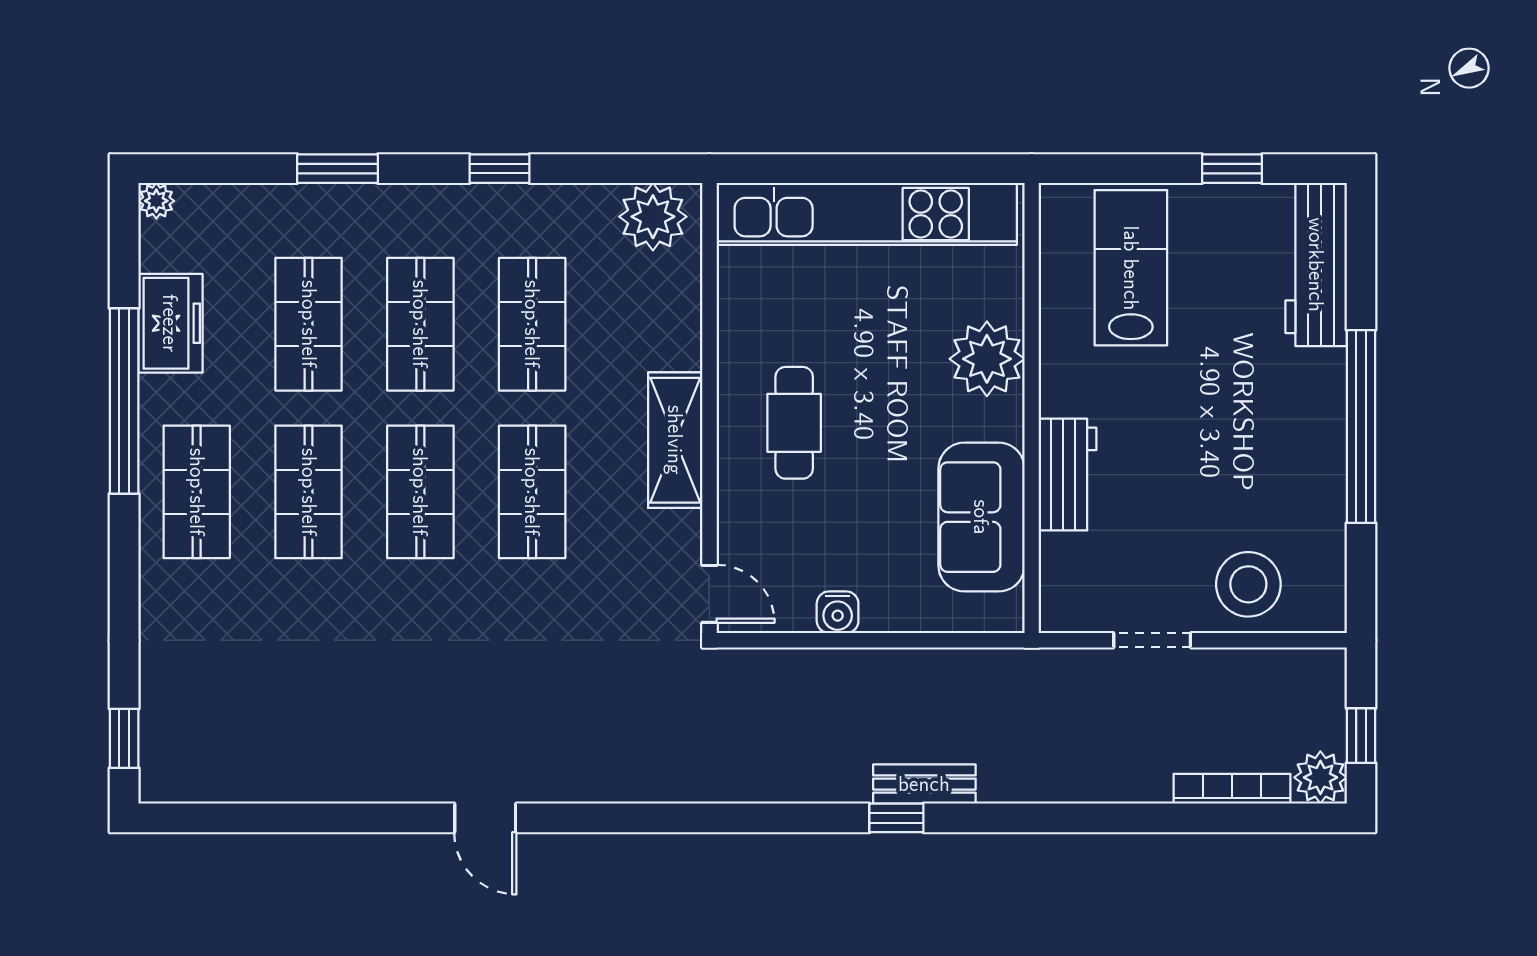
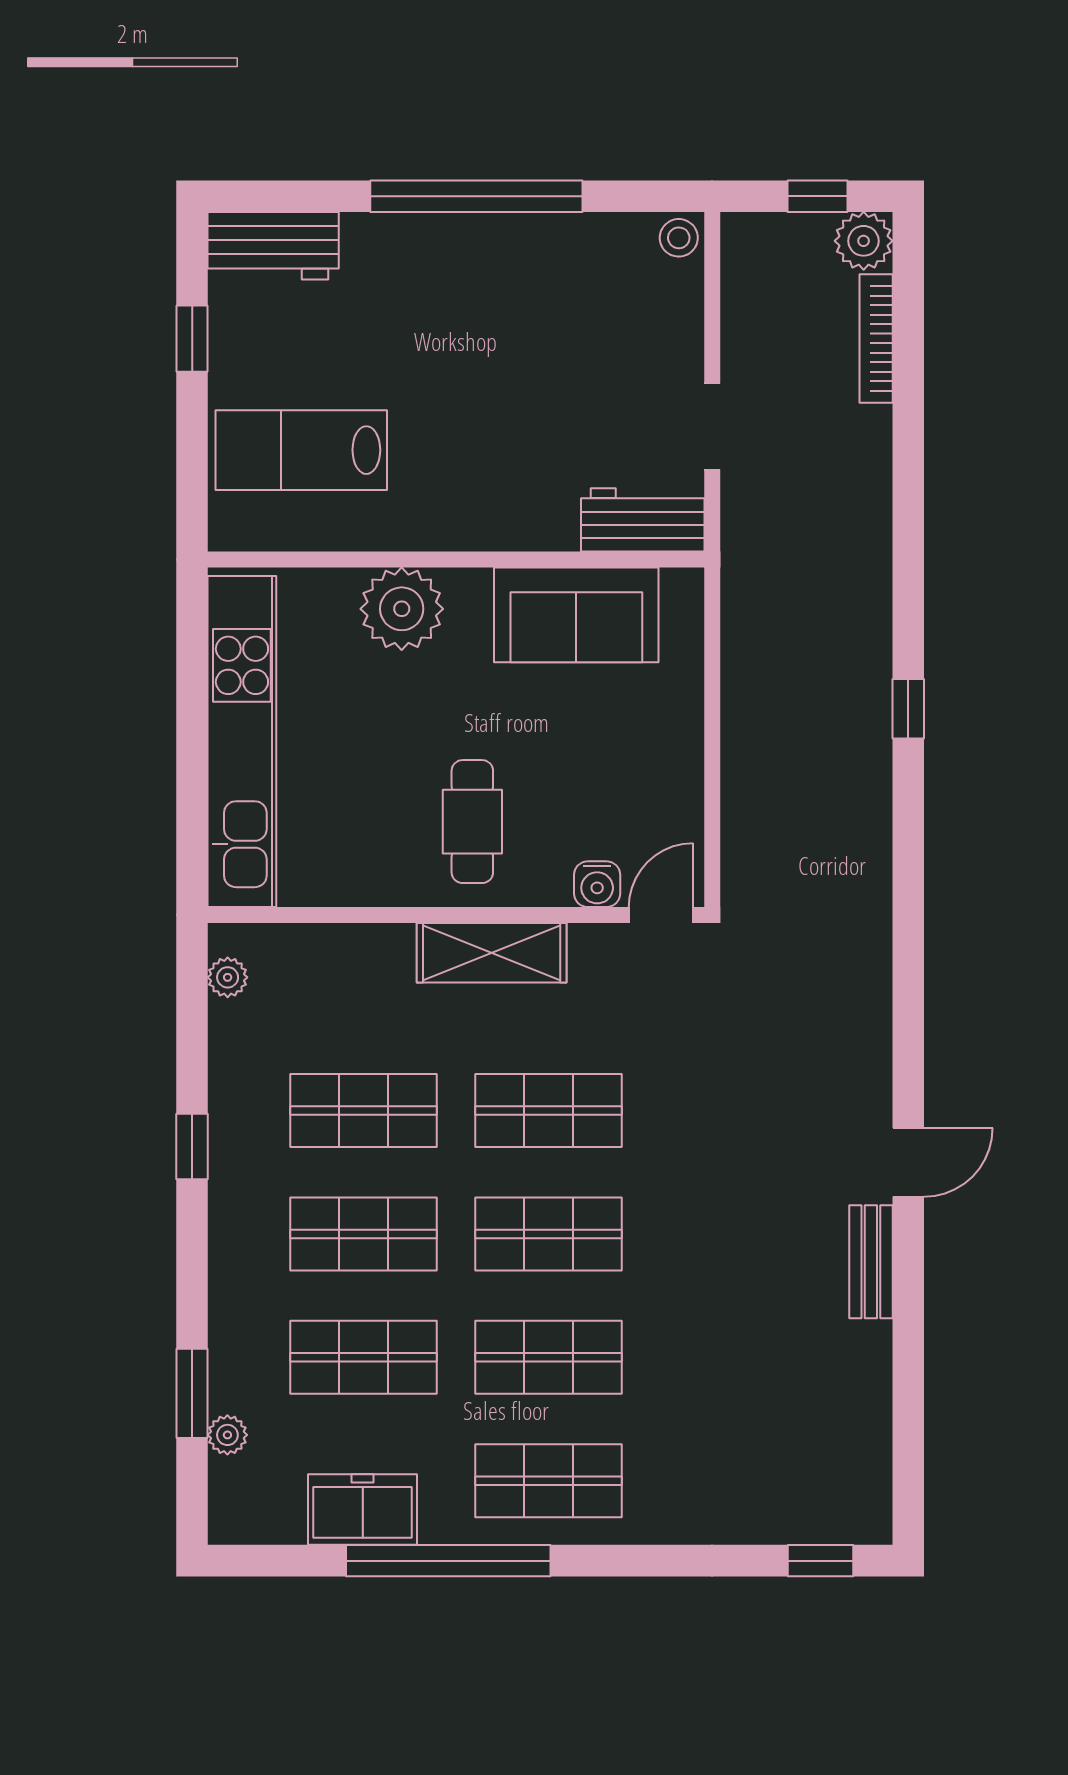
window: (338, 169) -> (192, 1393), moved
plant: (156, 201) -> (227, 1435), moved
plant: (653, 217) -> (228, 977), width x0.53, depth x0.53
workbench: (1316, 265) -> (273, 246), width x0.73
cafe table: (794, 423) -> (472, 822), turned 90
workbench: (1068, 475) -> (643, 520), moved
stool: (1248, 584) -> (679, 238), moved, width x0.53, depth x0.53
water cooler: (838, 612) -> (597, 884), moved, turned 90
bench: (924, 784) -> (871, 1262), moved

